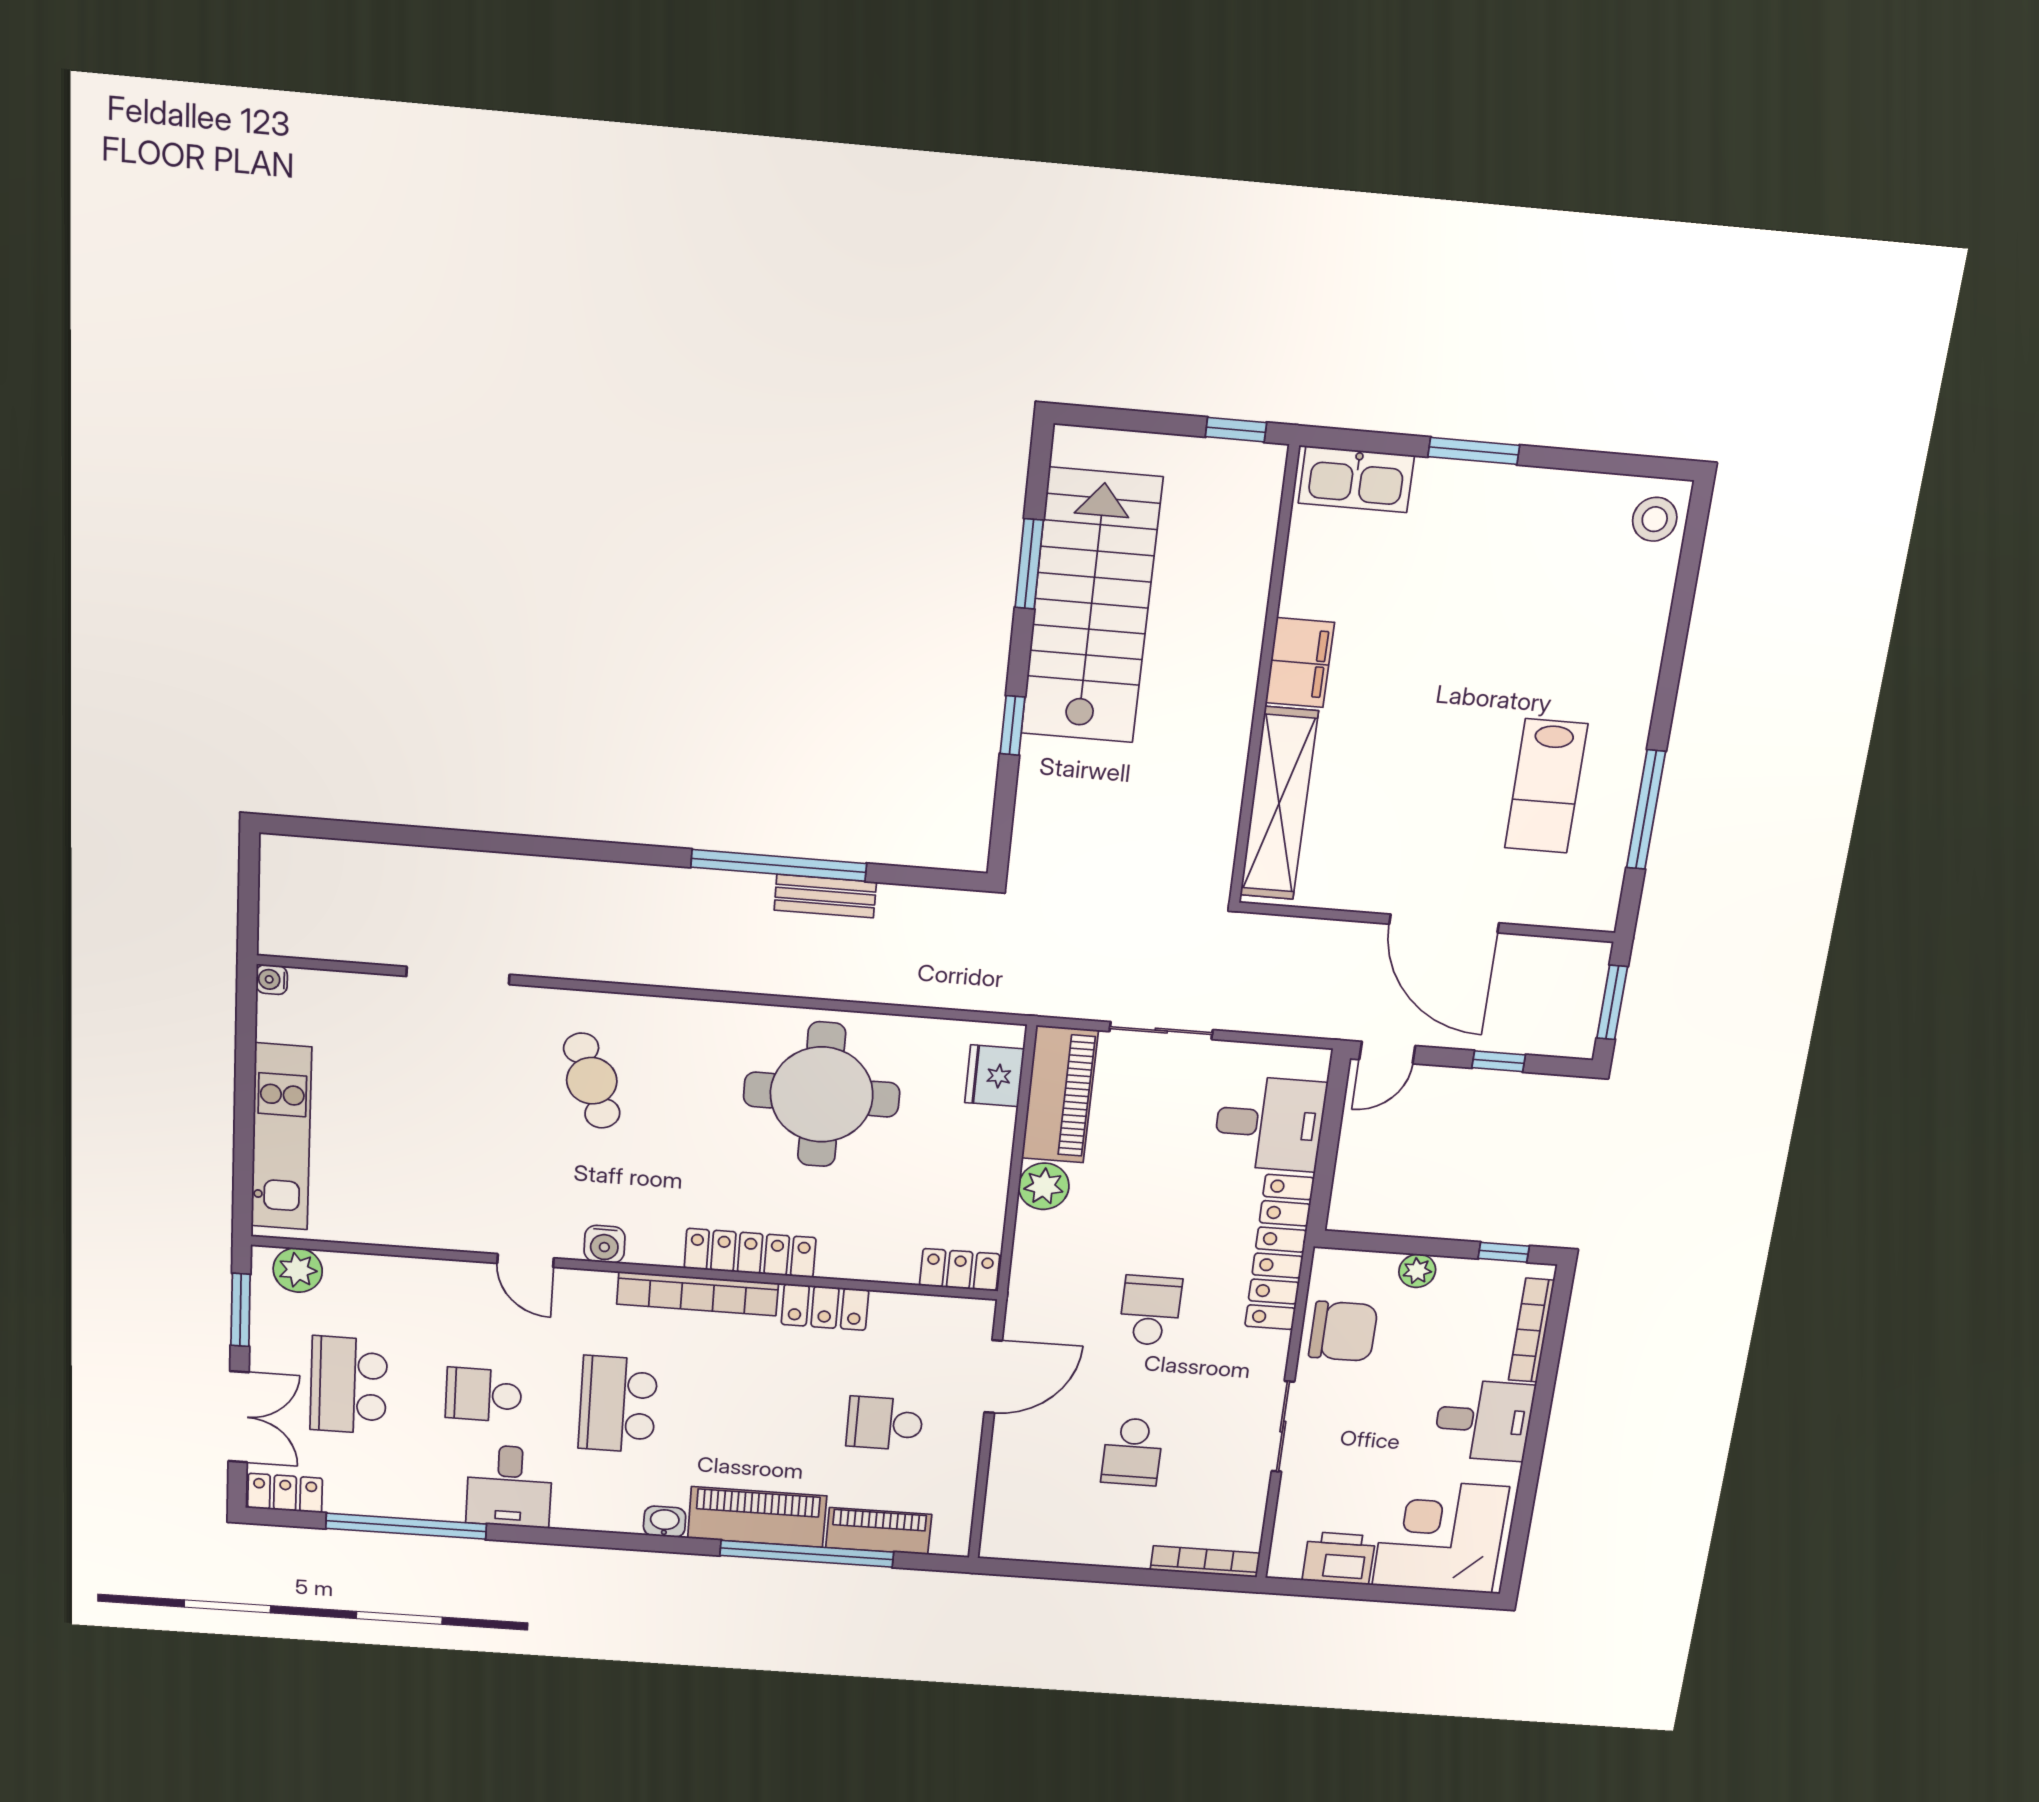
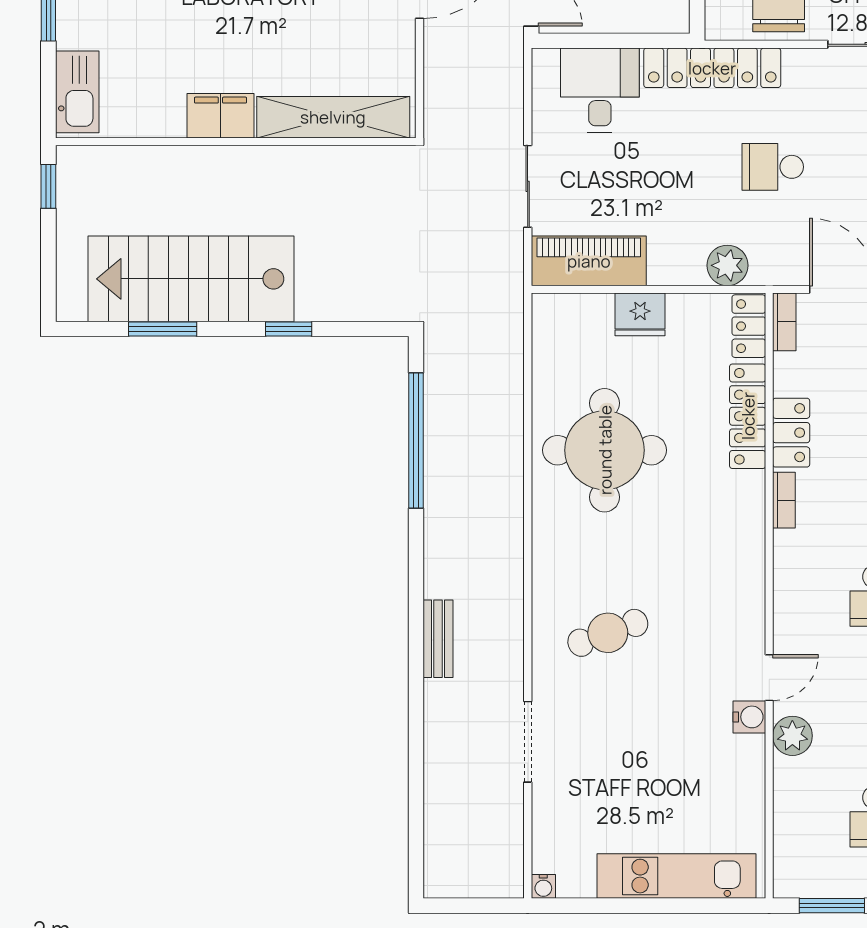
window: (779, 865) -> (416, 441), moved
bench: (825, 896) -> (438, 639), moved
fridge: (995, 1076) -> (640, 314), moved
plant: (1044, 1186) -> (727, 265), moved
water cooler: (604, 1244) -> (749, 717), moved
locker: (750, 1253) -> (748, 416), moved
plant: (298, 1270) -> (792, 736), moved
bookcase: (698, 1294) -> (784, 500), width x0.43, depth x0.76
bookcase: (961, 1309) -> (784, 322), added

